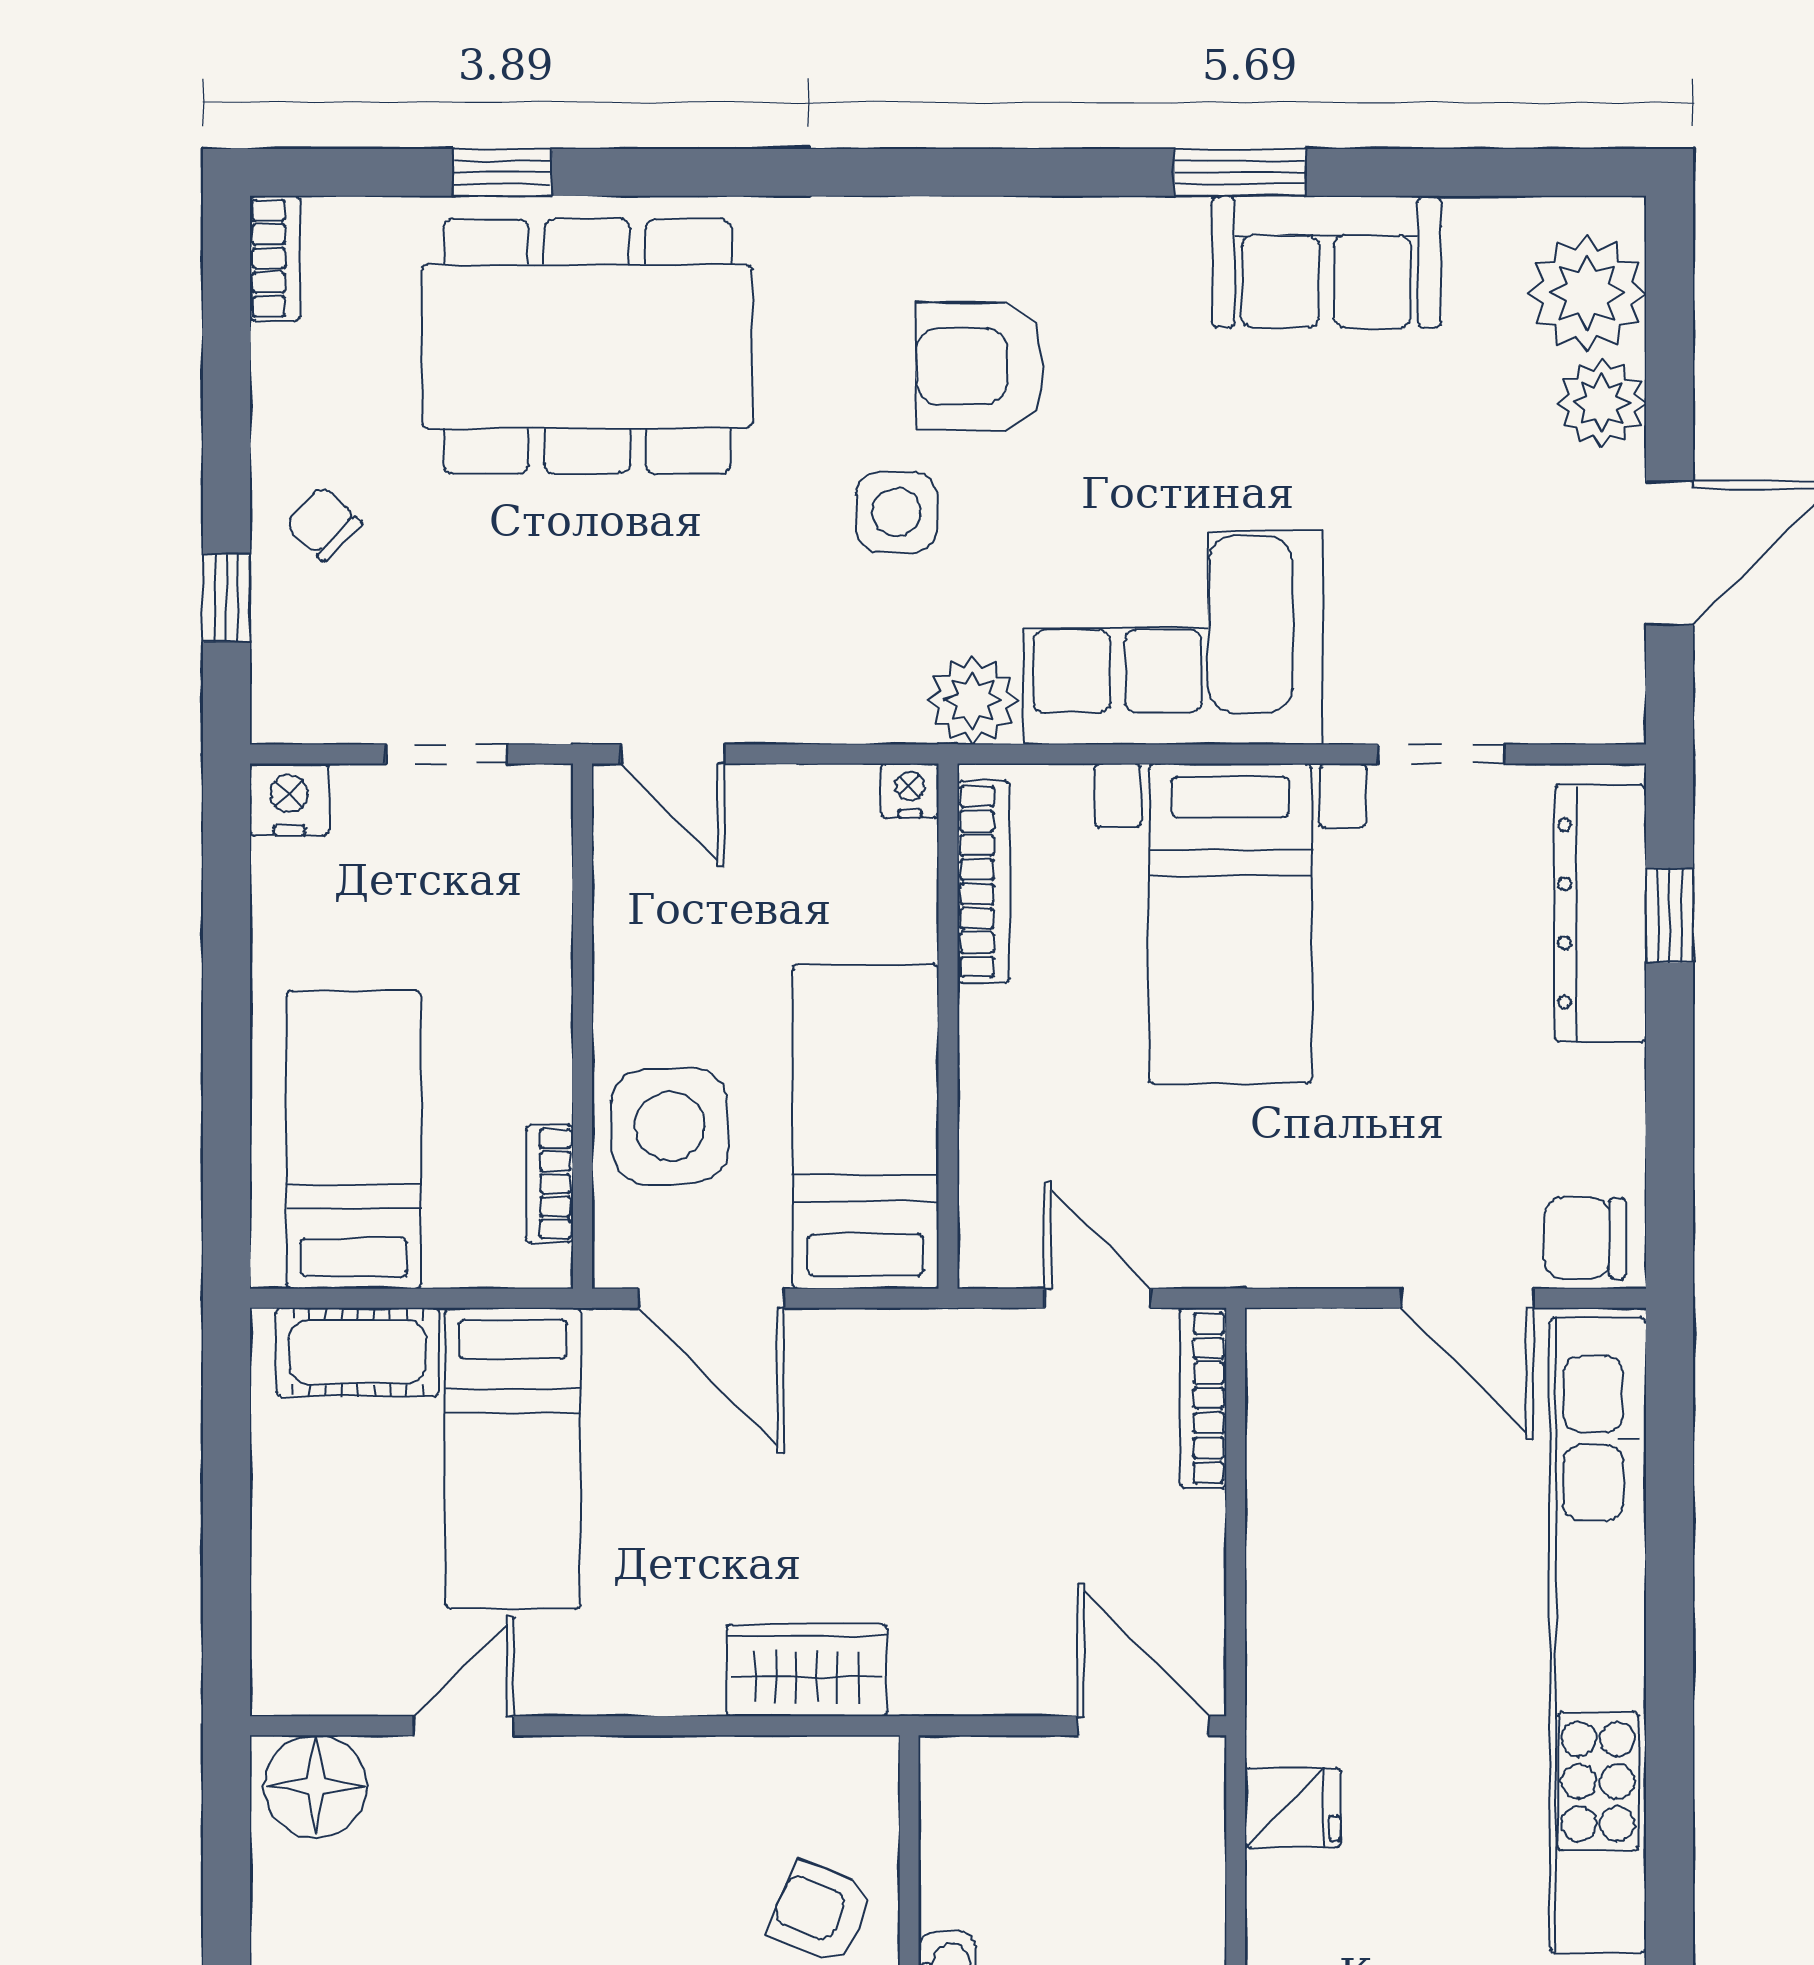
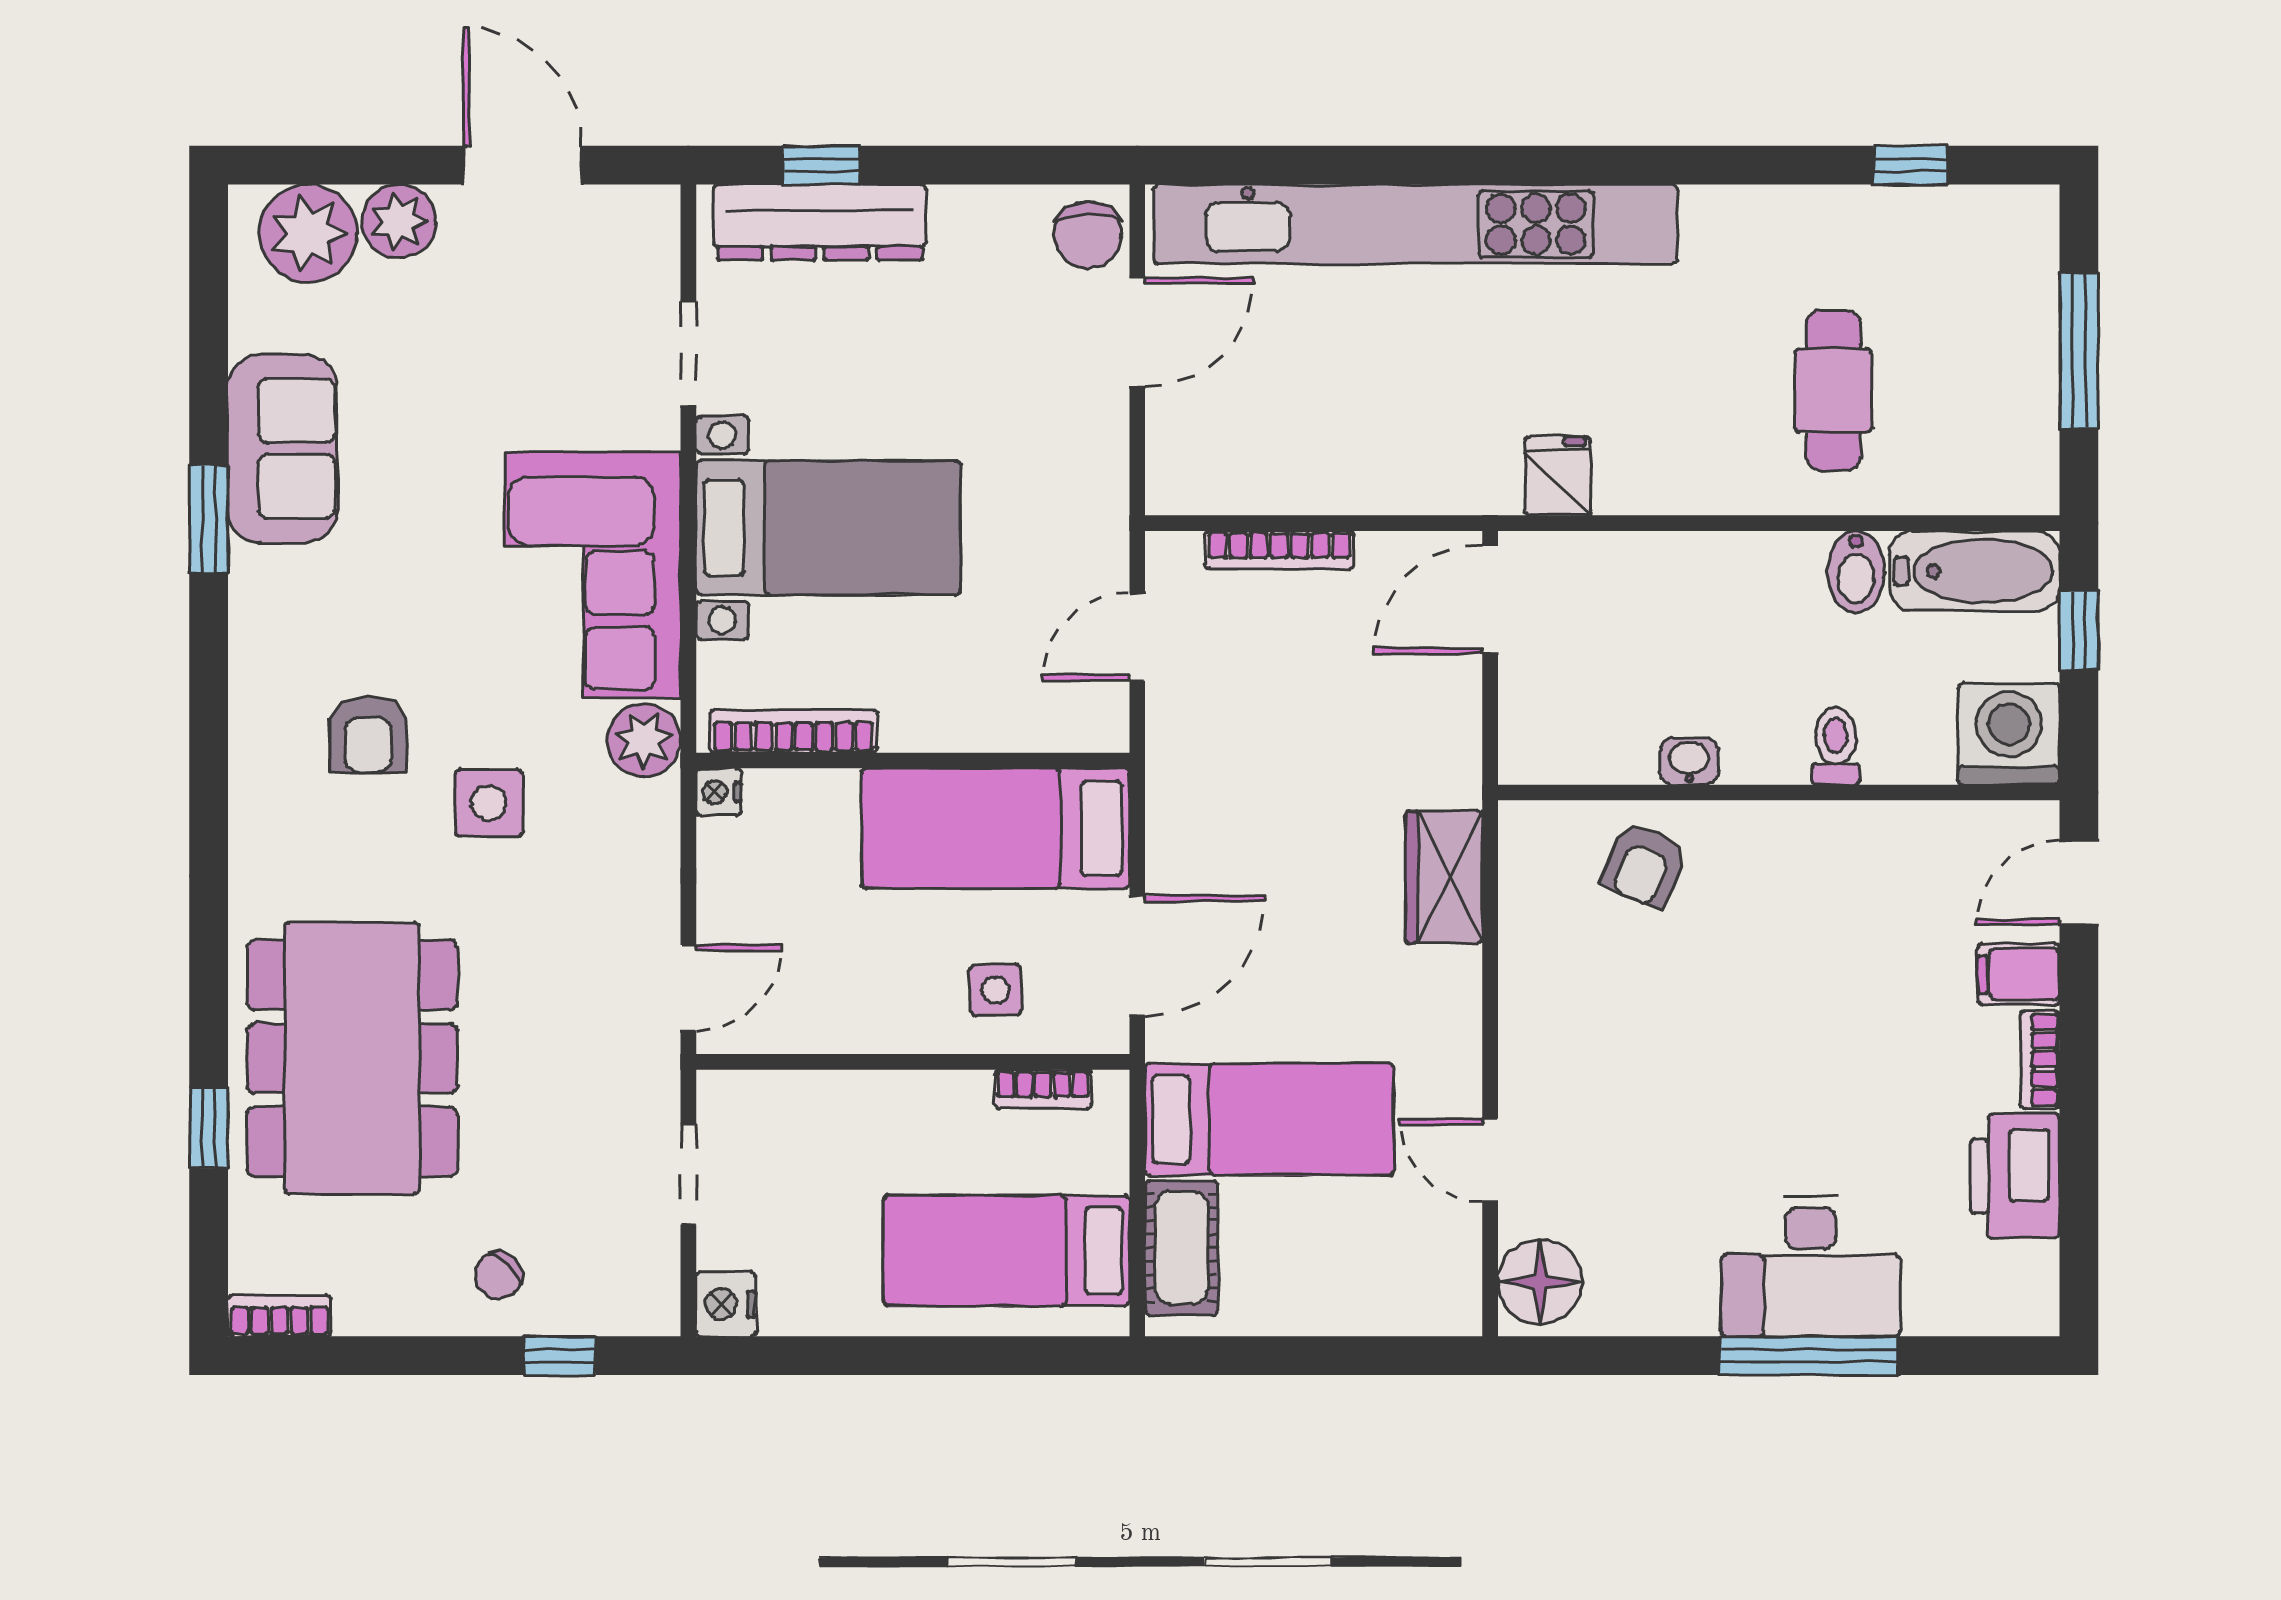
armchair: (980, 366) -> (368, 734), width x0.72, depth x0.72
side table: (670, 1126) -> (995, 990), width x0.54, depth x0.54
bookcase: (1203, 1398) -> (1279, 550), moved

